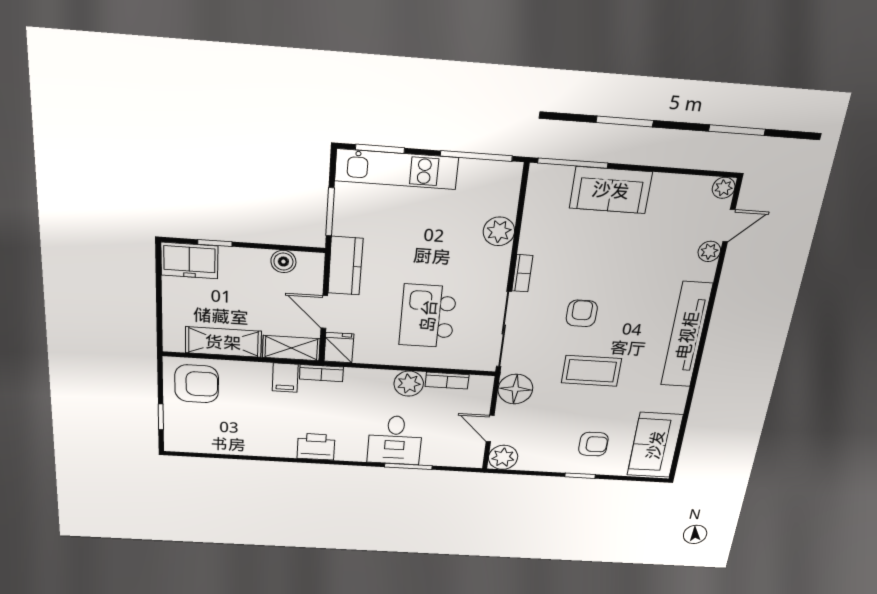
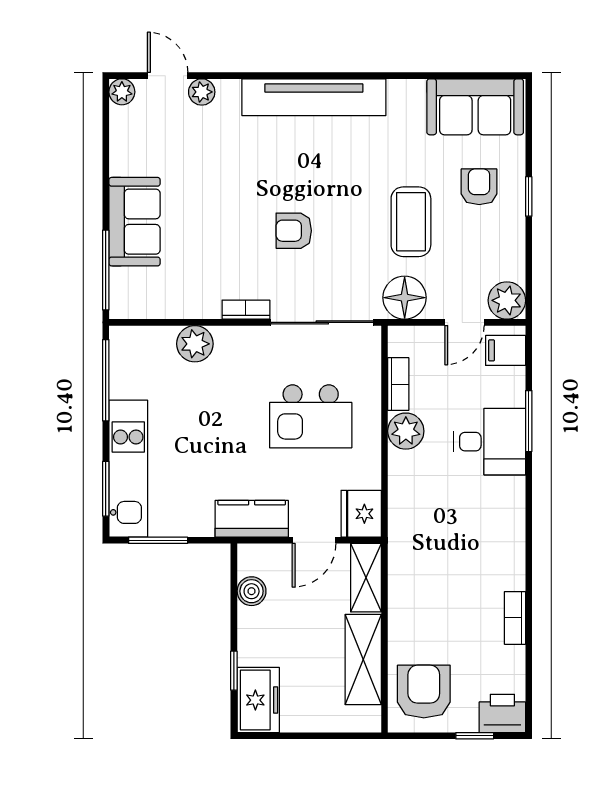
window: (330, 212) -> (158, 540), moved
fridge: (339, 348) -> (361, 514), width x1.38
coffee table: (591, 371) -> (411, 222), moved
bookcase: (321, 373) -> (515, 618), moved, turned 180
filing cabinet: (285, 378) -> (506, 350), moved, turned 180
printer: (316, 447) -> (502, 713), moved, turned 90

